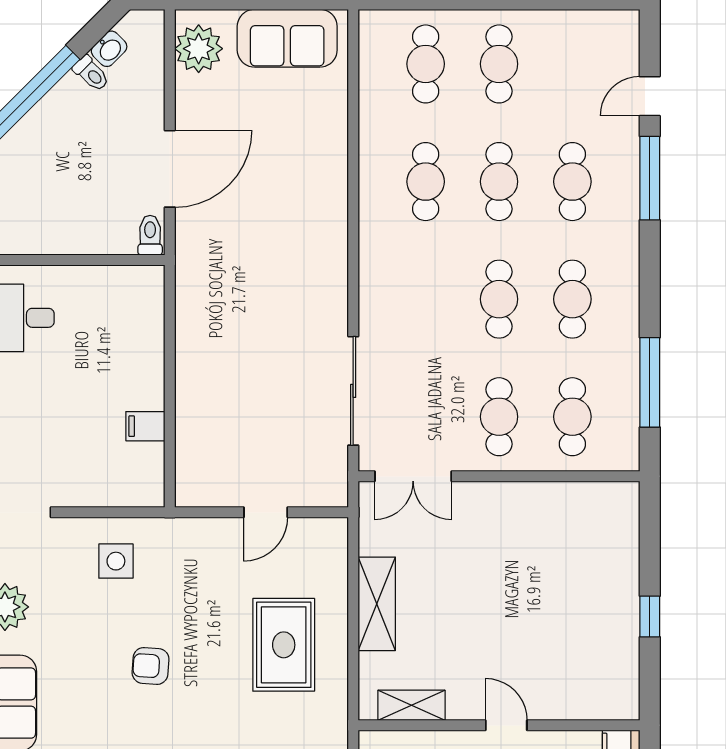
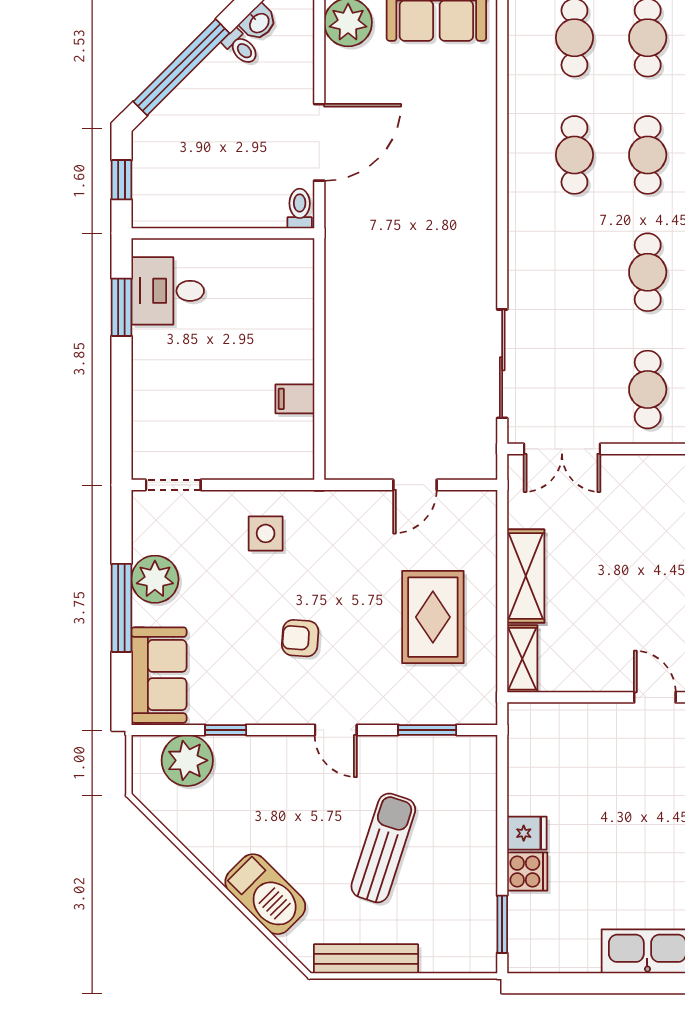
shelving: (411, 705) -> (522, 659), moved, turned 90

